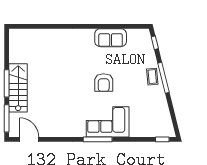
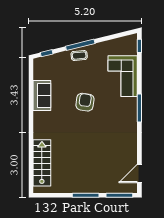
armchair: (104, 83) -> (85, 102), turned -82
stairs: (18, 88) -> (42, 163), moved, turned 90
corner sofa: (108, 122) -> (123, 76), moved

